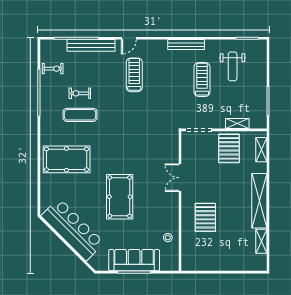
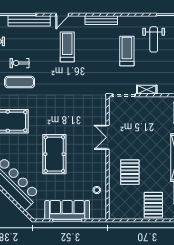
bench: (186, 45) -> (101, 20), moved
shelving: (237, 123) -> (147, 90), moved
pallet: (229, 148) -> (153, 205), moved

